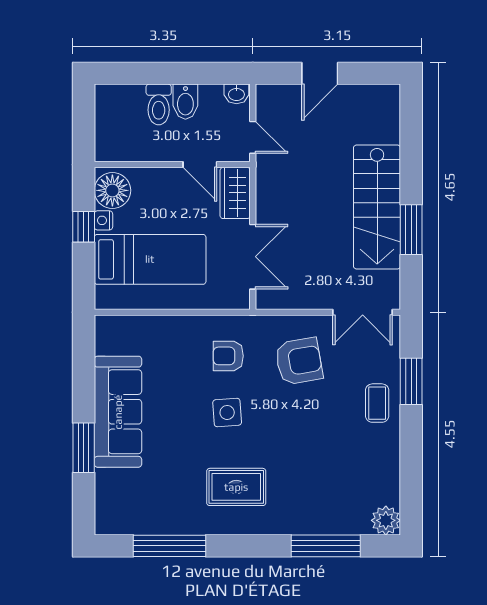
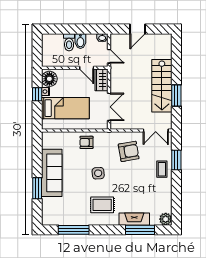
armchair: (228, 356) -> (86, 142), moved
fireplace: (312, 520) -> (134, 219), added

